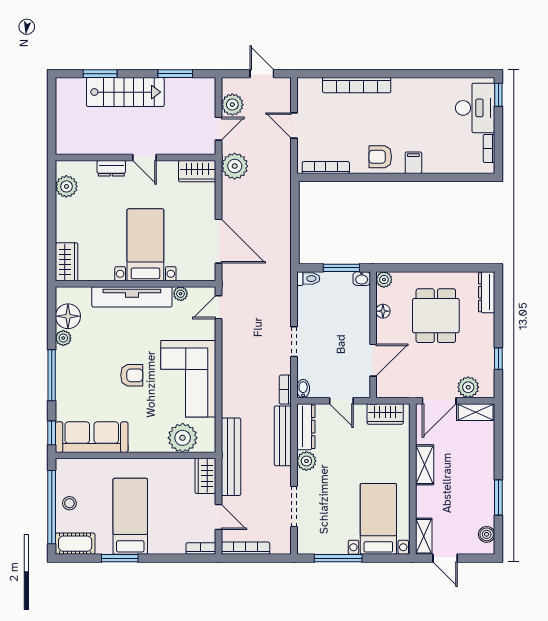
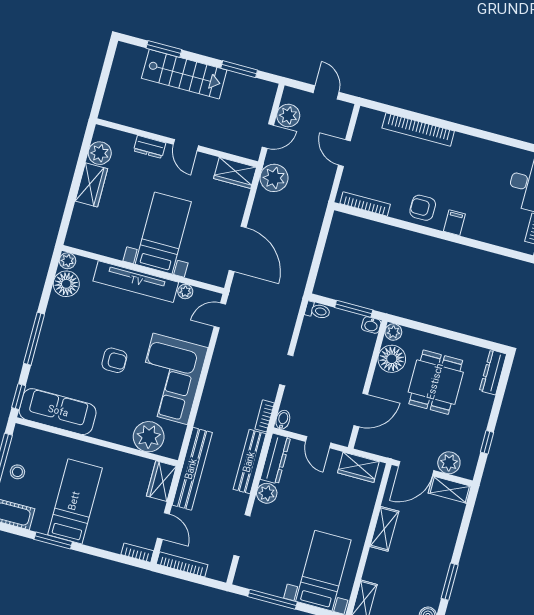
wardrobe: (67, 262) -> (91, 185), moved
floor lamp: (383, 311) -> (392, 359), width x1.89, depth x1.89
plant: (63, 338) -> (67, 261), moved

